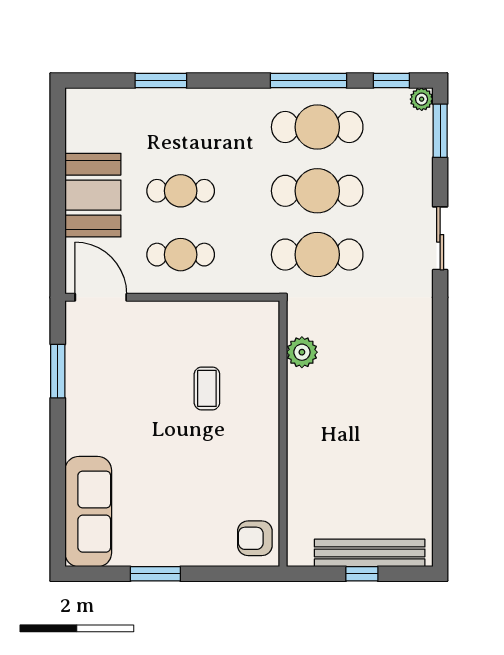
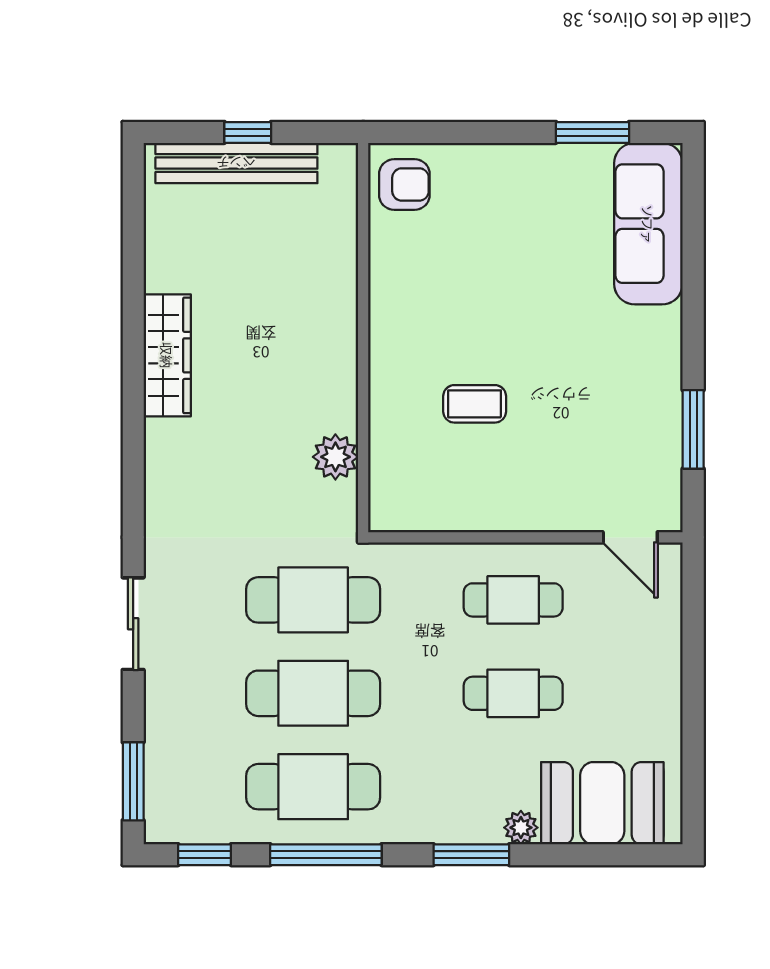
window: (161, 81) -> (471, 855), moved
plant: (422, 99) -> (521, 828), moved
booth: (93, 195) -> (602, 803), moved, turned 90
door: (101, 297) -> (630, 537), width x0.73
coffee table: (207, 388) -> (475, 404), turned 90
wardrobe: (417, 422) -> (167, 355), added
window: (155, 574) -> (592, 132), moved

